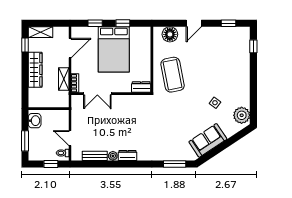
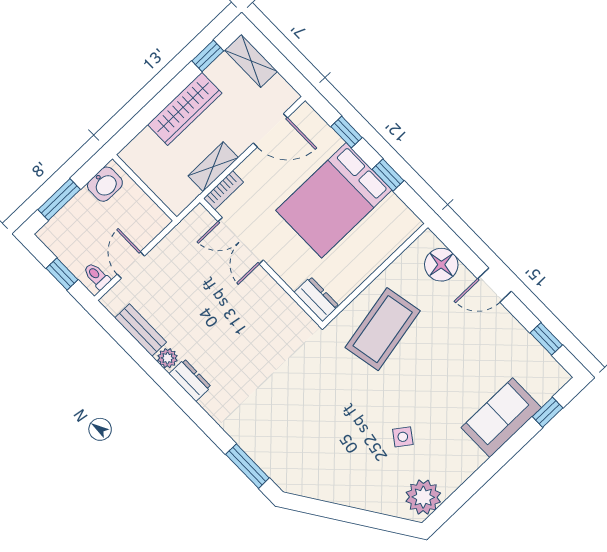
sofa: (208, 140) -> (501, 418), moved, turned -56

